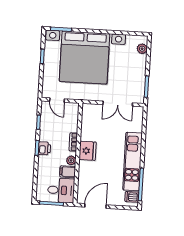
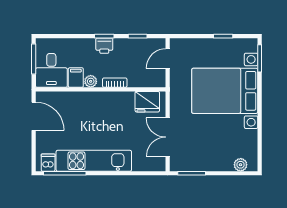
bed with nightstands: (84, 58) -> (225, 91), width x0.73
fridge: (88, 151) -> (147, 102), moved

